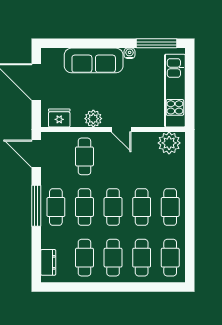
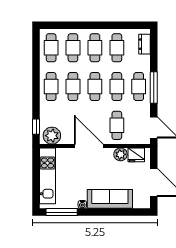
plant: (93, 119) -> (120, 154), moved
door: (121, 129) -> (89, 146), width x1.87
window: (190, 155) -> (36, 127), added

